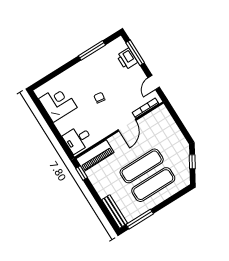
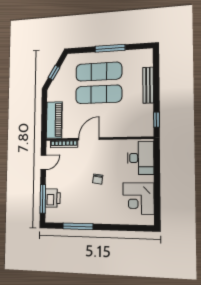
desk: (78, 139) -> (141, 158), width x1.37
piano: (95, 156) -> (54, 120), moved, turned 90
bench: (115, 211) -> (148, 85), moved
window: (140, 219) -> (110, 48), moved

